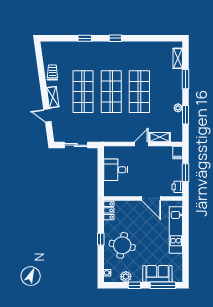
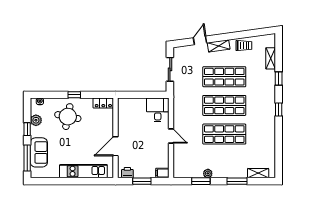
shelving: (160, 137) -> (271, 58), moved
desk: (116, 170) -> (158, 110), moved

